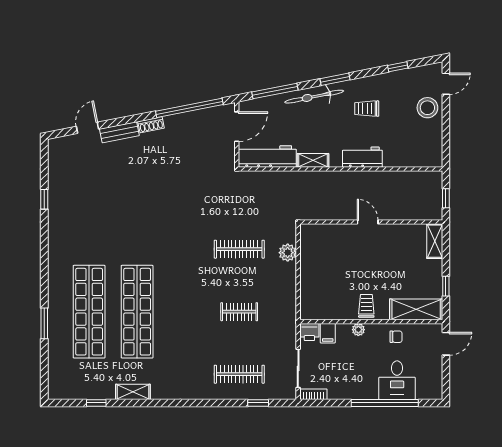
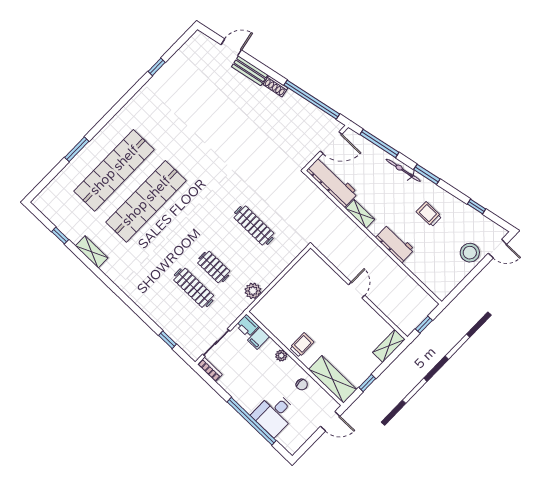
bicycle: (314, 97) -> (403, 170), width x0.73, depth x0.71
plant: (288, 253) -> (253, 291), moved
clothes rail: (239, 374) -> (194, 288), moved

